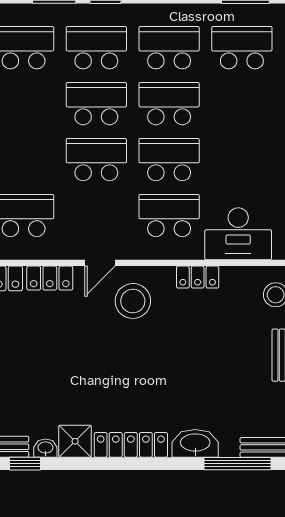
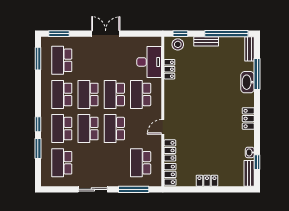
door: (100, 263) -> (163, 127), swing flipped
locker: (198, 277) -> (169, 69), moved
stool: (133, 301) -> (181, 111), removed
shower: (75, 441) -> (247, 139), removed
locker: (131, 445) -> (248, 119), width x0.66
window: (237, 464) -> (257, 74), moved

